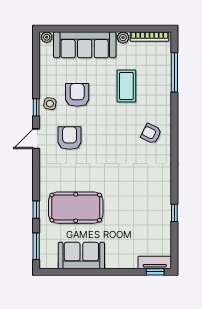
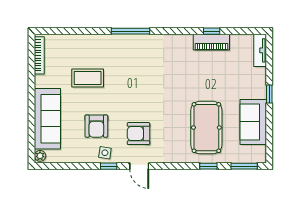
plant: (123, 38) -> (40, 81), removed
window: (174, 72) -> (130, 31), moved
armchair: (77, 95) -> (96, 126), turned -90
armchair: (151, 134) -> (134, 54), removed
piano: (163, 213) -> (211, 42), added
window: (155, 272) -> (269, 94), moved

